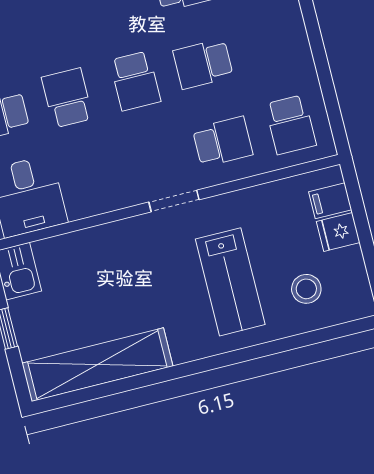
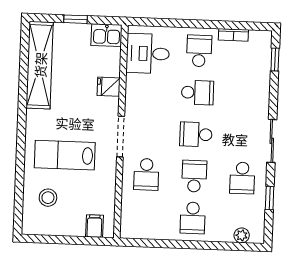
school desk: (291, 125) -> (193, 218), moved, turned -90
doorway: (174, 201) -> (121, 136), width x1.38
fridge: (338, 232) -> (109, 87), moved, turned -90

